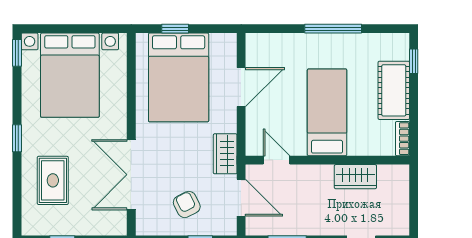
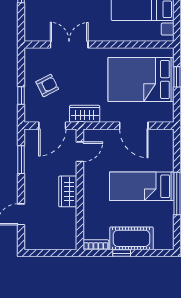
window: (414, 61) -> (122, 253), moved
bed: (327, 112) -> (142, 186), moved, turned 180
double door: (131, 175) -> (69, 45), width x0.73
wardrobe: (355, 177) -> (68, 191), moved

